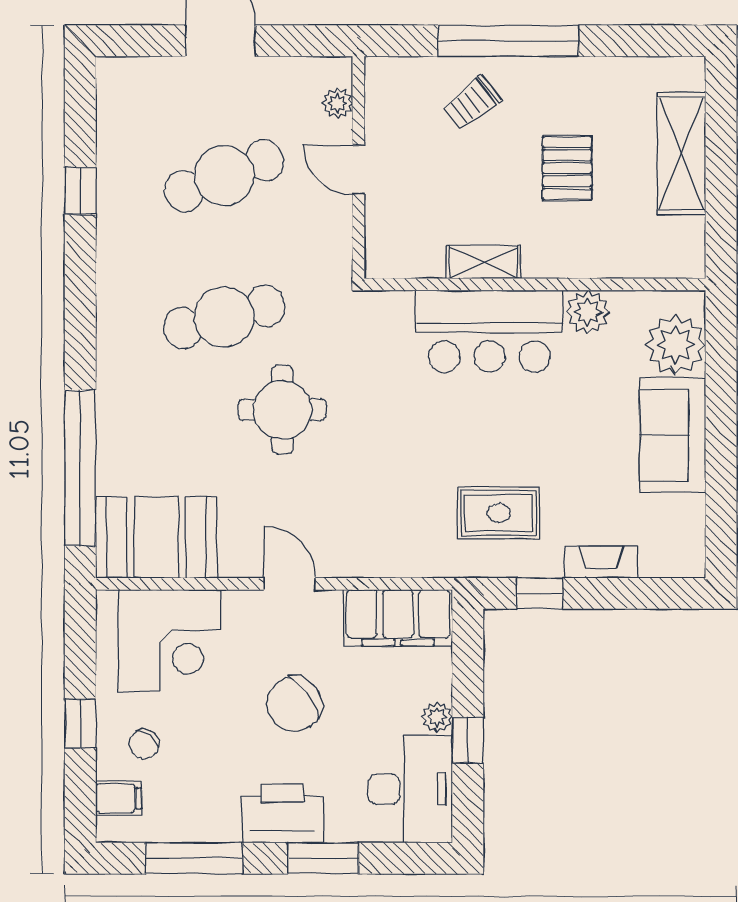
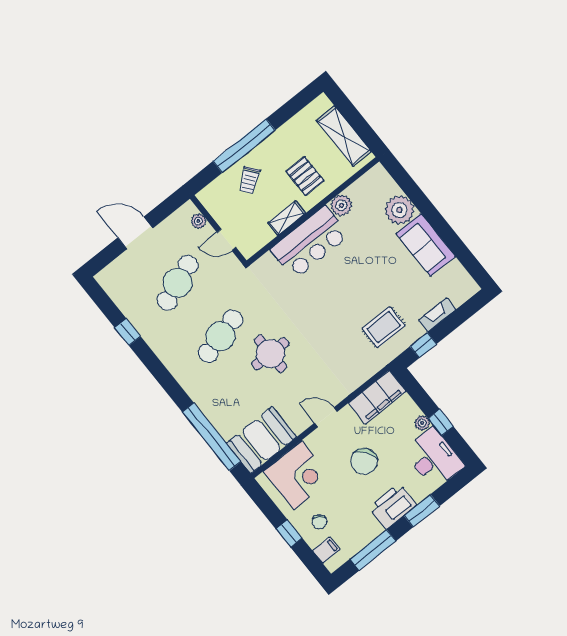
shelving: (483, 262) -> (287, 218), moved
wall: (535, 284) -> (313, 211), moved
plant: (588, 312) -> (341, 205), moved
bar counter: (489, 331) -> (310, 242), moved

